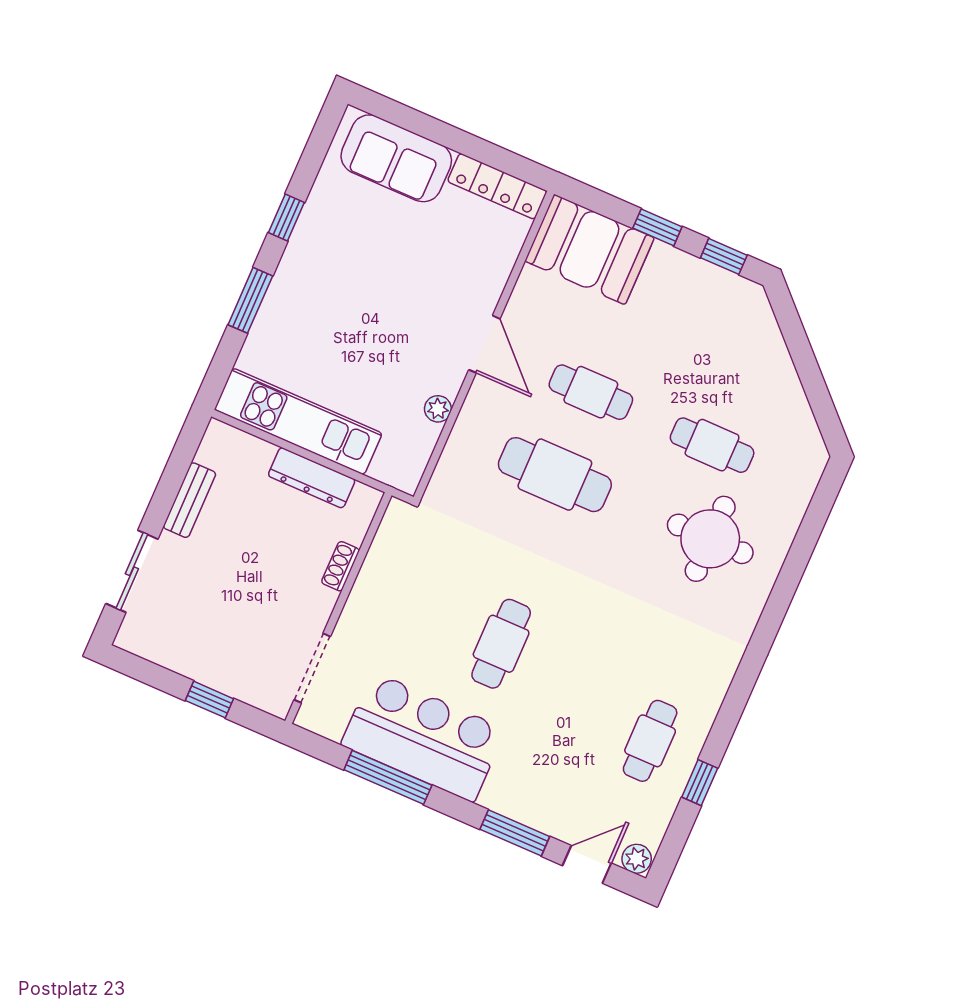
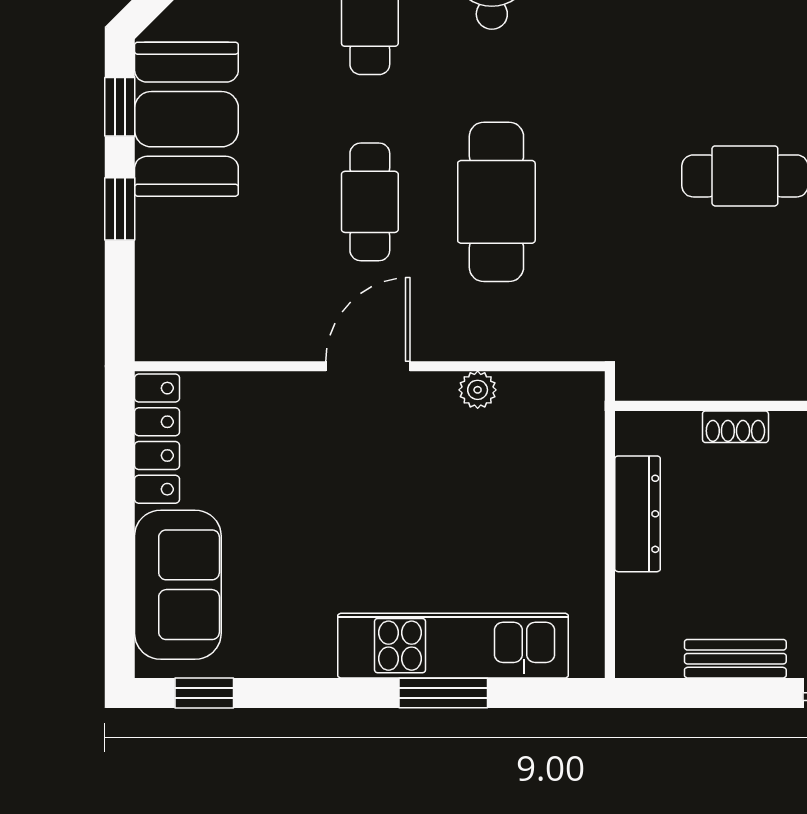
window: (286, 218) -> (204, 693), moved
booth: (589, 249) -> (186, 119), moved
kitchen unit: (298, 421) -> (453, 646), moved, turned 90

